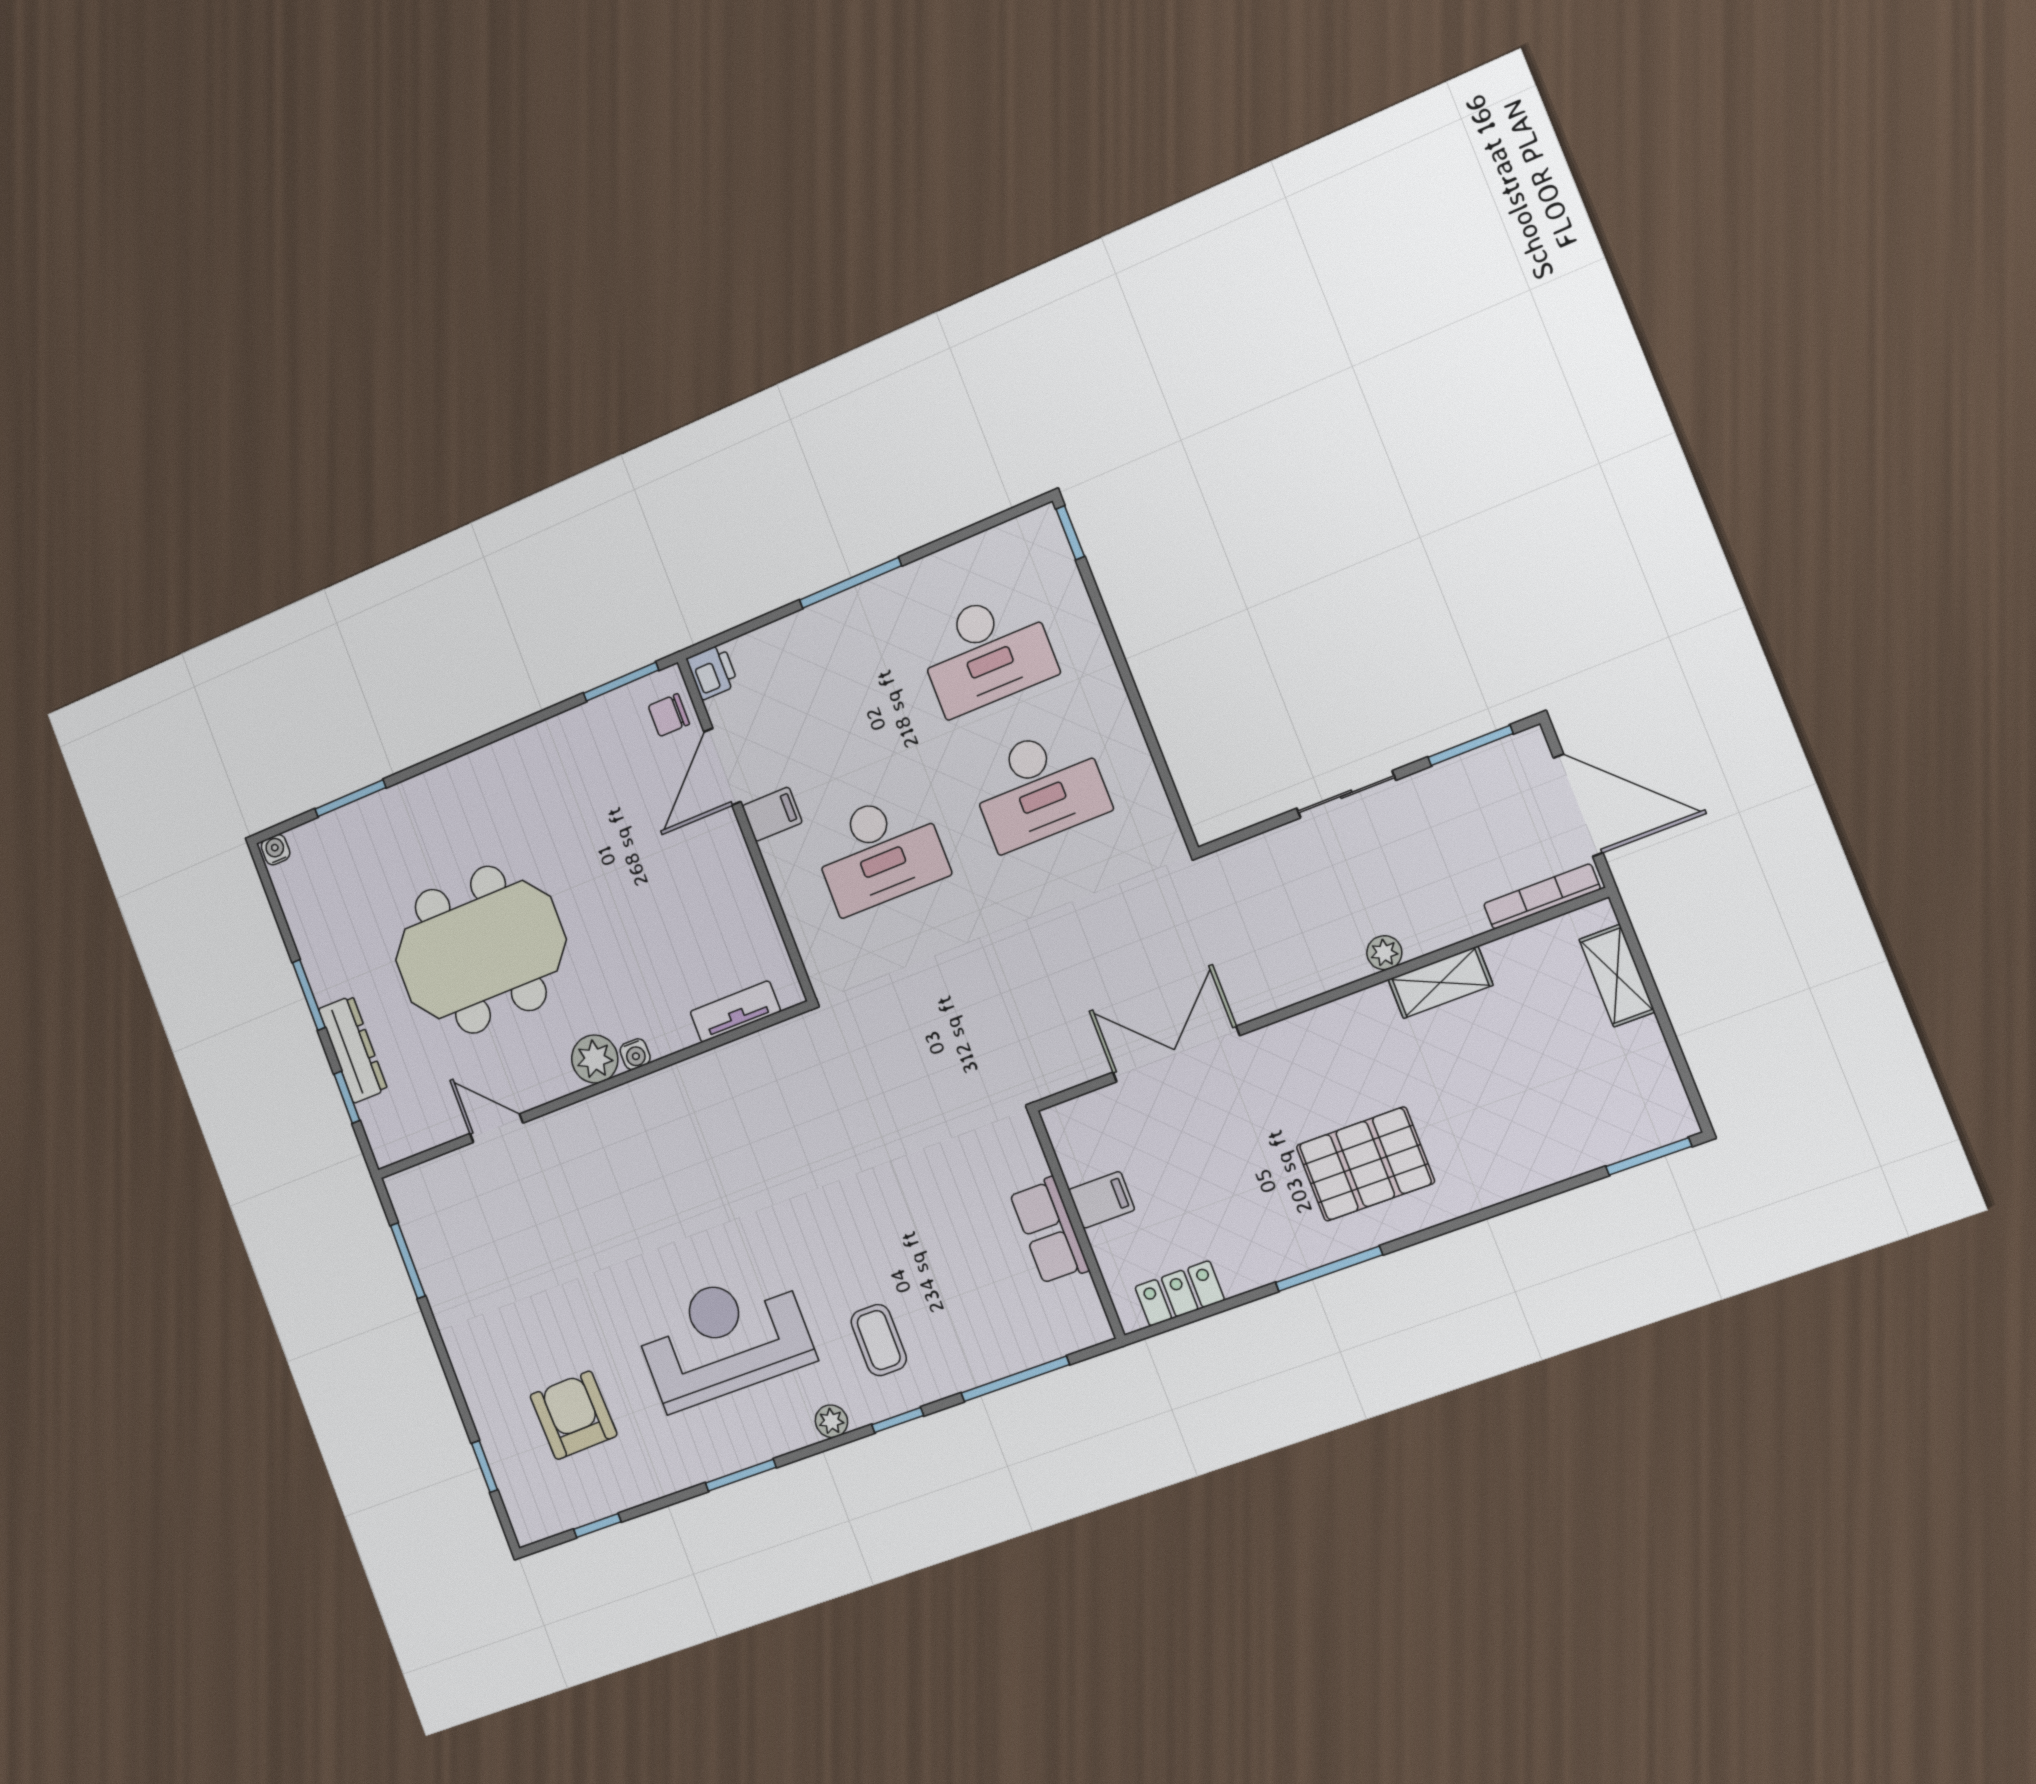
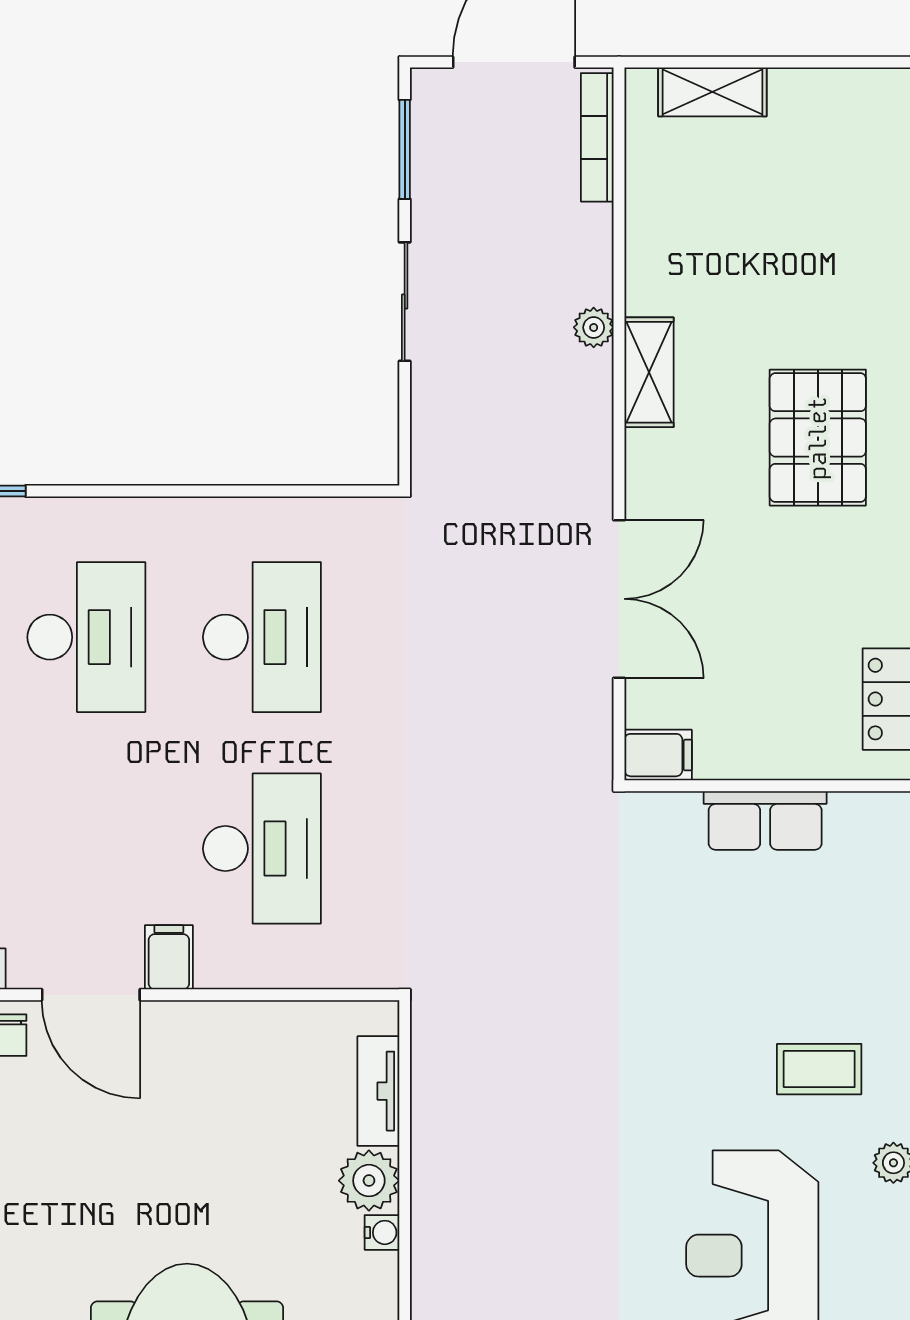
shelving: (1440, 982) -> (649, 372), moved
double door: (1176, 1054) -> (619, 599), swing flipped
plant: (595, 1059) -> (369, 1181), moved
filing cabinet: (1102, 1200) -> (658, 755), moved, turned 90

